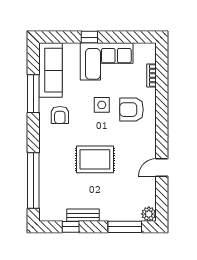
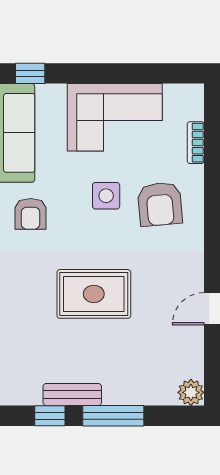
window: (89, 37) -> (30, 73), moved
armchair: (132, 110) -> (160, 204), turned -95
window: (125, 227) -> (113, 416), moved

